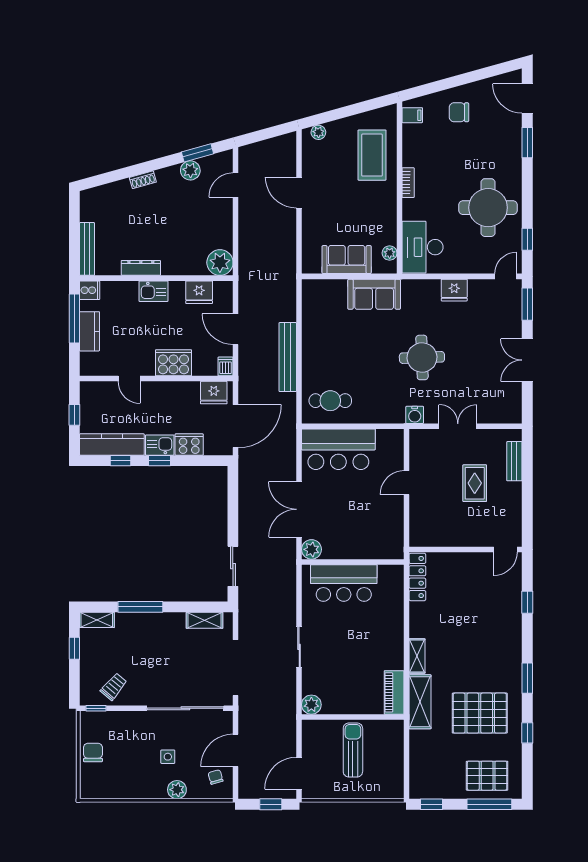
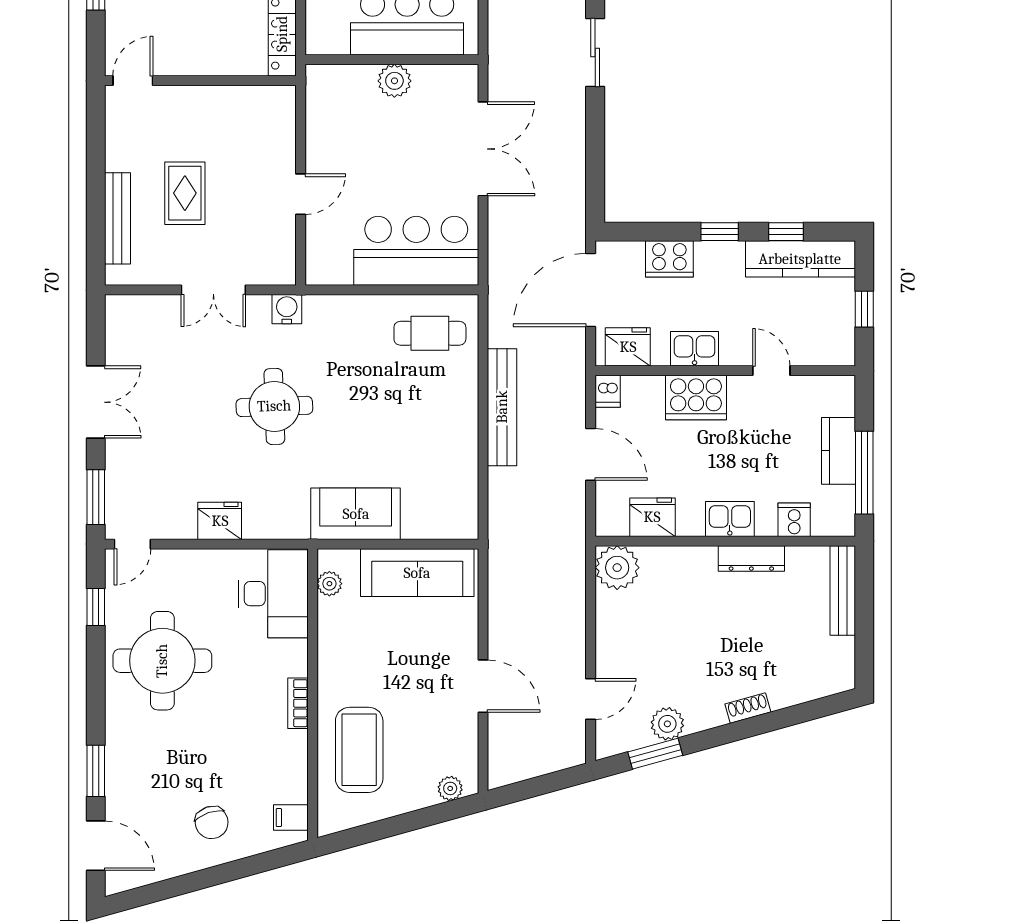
chair: (459, 112) -> (212, 822), turned 71
sofa: (347, 260) -> (417, 573), width x1.36
cooker: (90, 290) -> (794, 520), moved, turned 90
kitchen sink: (160, 445) -> (695, 349), moved, turned 180
bench: (514, 461) -> (118, 218), width x1.36
plant: (311, 549) -> (394, 81), moved

